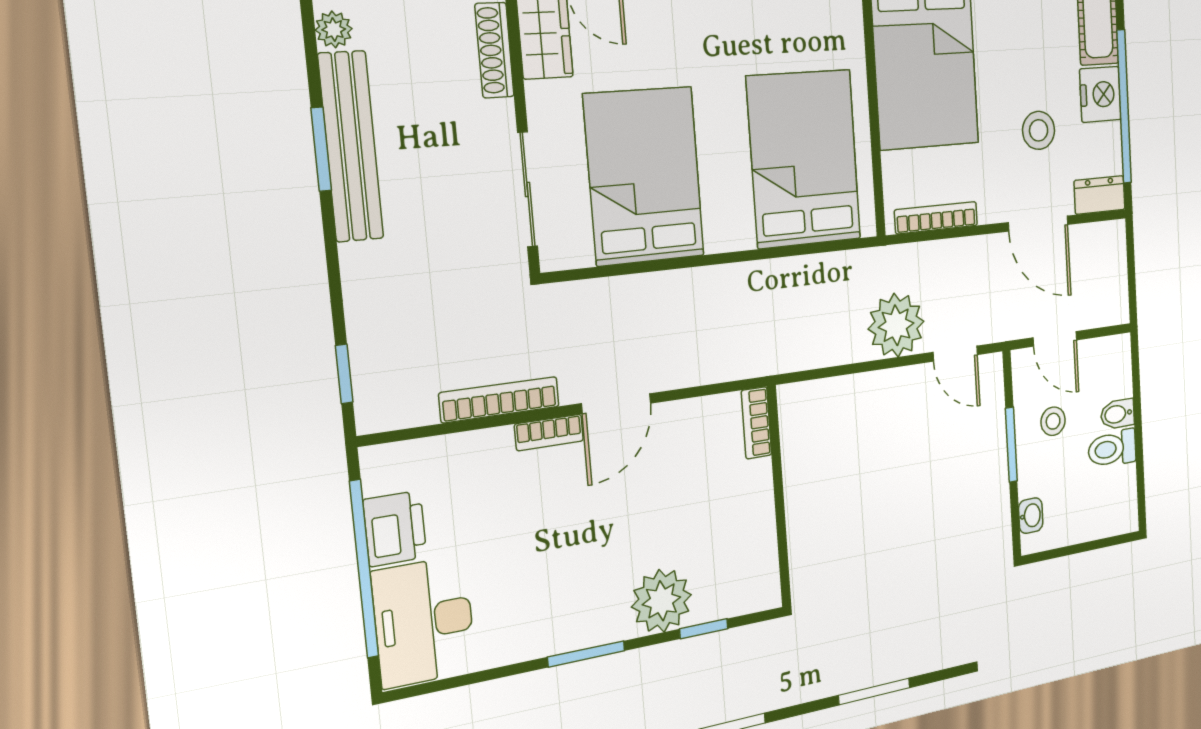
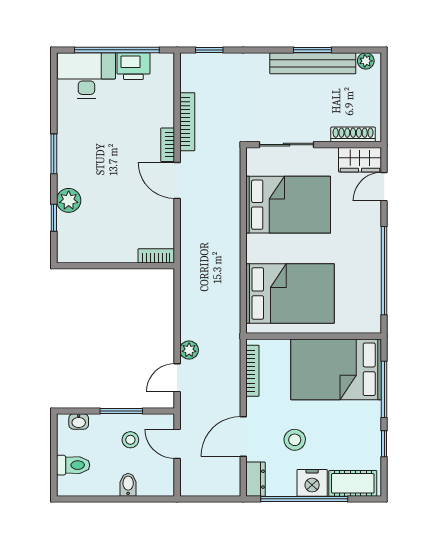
plant: (896, 325) -> (189, 350), width x0.53, depth x0.53
door: (1055, 339) -> (177, 444), hinge flipped
toilet: (1112, 449) -> (73, 465), moved, turned 90
plant: (662, 601) -> (69, 200), width x0.73, depth x0.73

